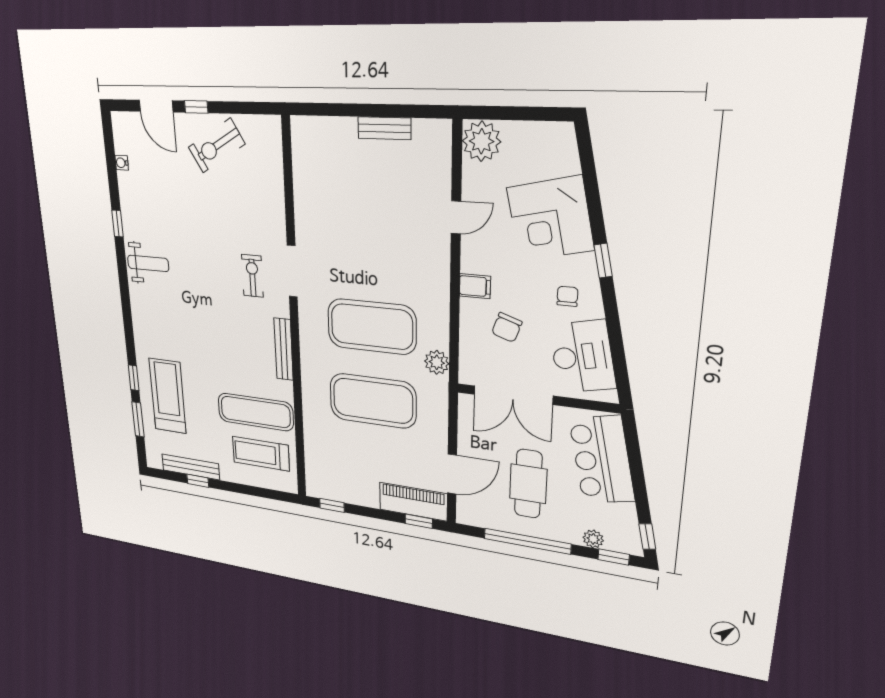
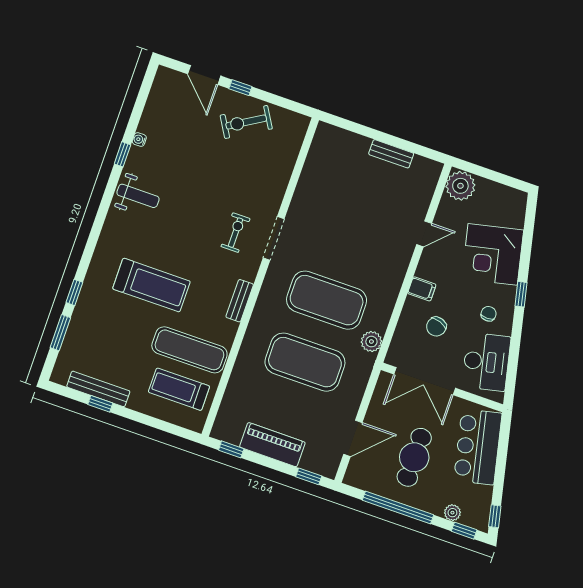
water cooler: (122, 163) -> (139, 140), moved
bench: (284, 349) -> (240, 301), width x0.73
treadmill: (168, 396) -> (151, 285), moved, turned 90
piano: (413, 502) -> (272, 445), moved

